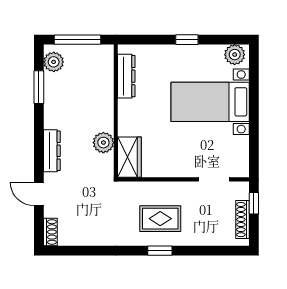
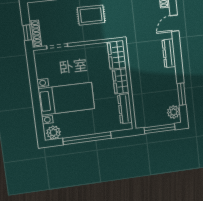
window: (187, 40) -> (87, 138), width x3.17
wardrobe: (128, 118) -> (121, 81), added
plant: (103, 143) -> (135, 63), removed
door: (39, 194) -> (174, 23), swing flipped
shoe rack: (242, 220) -> (35, 34), moved

